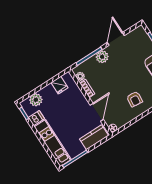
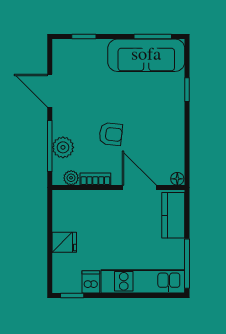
plant: (102, 57) -> (63, 147), moved
fridge: (60, 85) -> (64, 242), moved
armchair: (135, 99) -> (111, 134), moved
plant: (36, 100) -> (63, 265), removed

